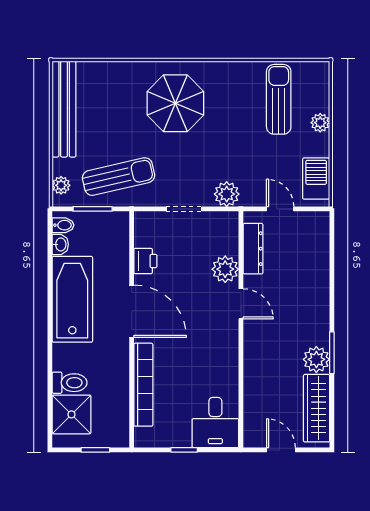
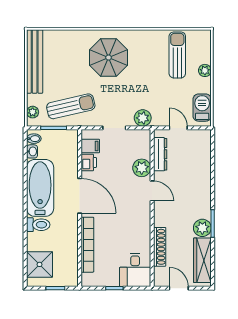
filing cabinet: (148, 236) -> (90, 146), added
toilet: (70, 383) -> (38, 225), moved
shoe rack: (252, 388) -> (160, 247), added

